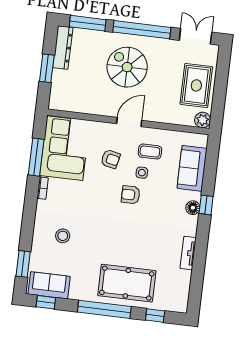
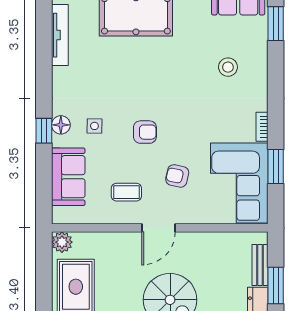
bench: (57, 85) -> (260, 265), added
window: (36, 157) -> (276, 167), width x0.69
side table: (142, 173) -> (94, 126), moved
tv unit: (188, 253) -> (60, 35), moved, width x1.41

